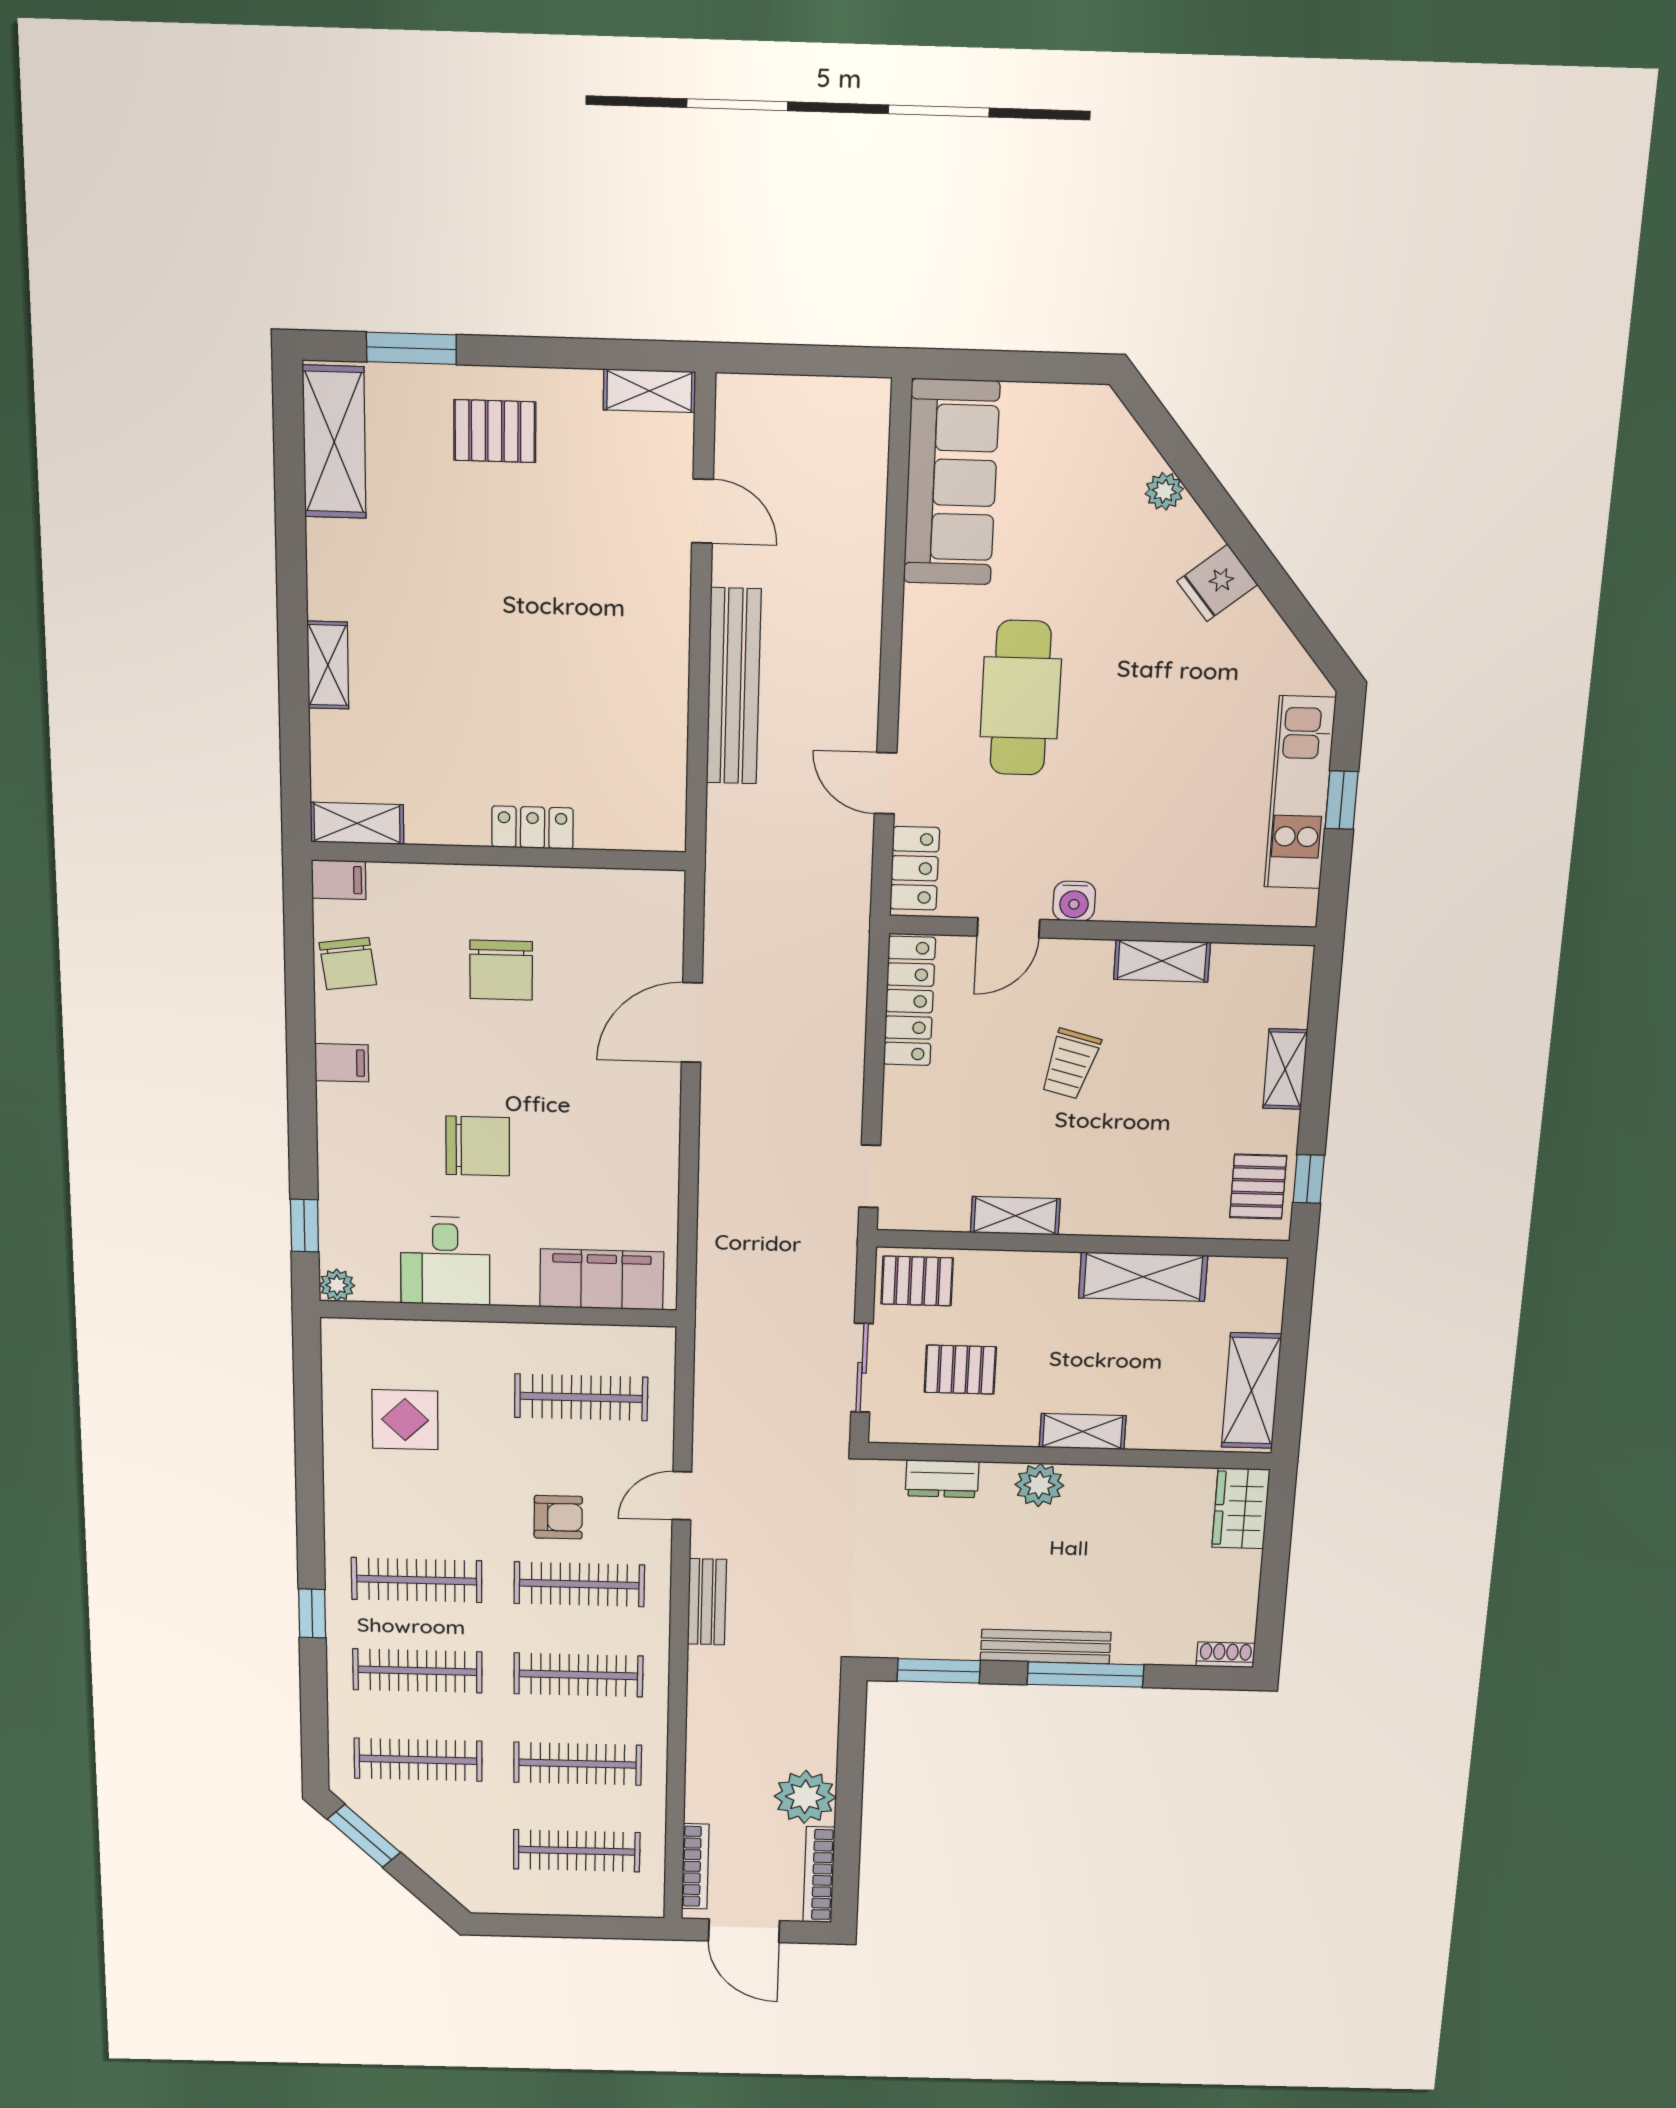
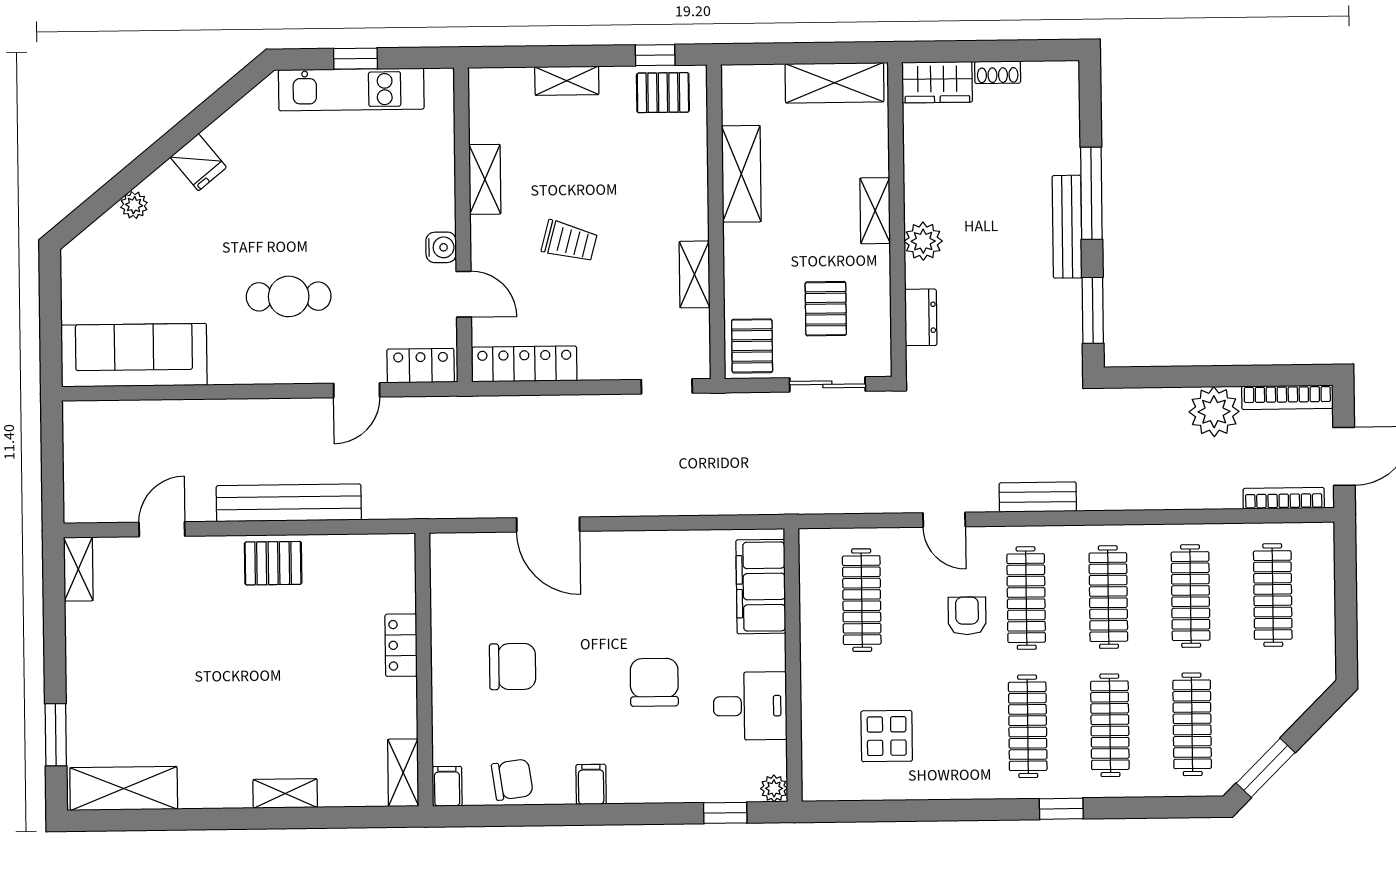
pallet: (495, 431) -> (273, 563), moved, turned 90
cafe table: (1021, 698) -> (289, 296), width x0.73, depth x0.74
shoe rack: (1226, 1655) -> (998, 72), moved, turned -90

